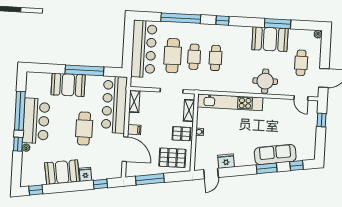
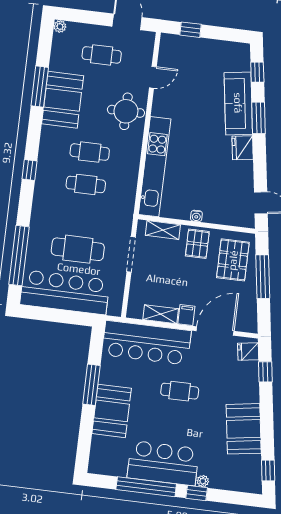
window: (181, 18) -> (19, 256), moved
cafe table: (194, 57) -> (90, 152), moved
window: (84, 70) -> (91, 385), width x0.68
door: (301, 98) -> (153, 77), moved
shelving: (134, 101) -> (161, 314), moved
cafe table: (84, 129) -> (180, 391), width x0.73, depth x0.74
fridge: (226, 161) -> (243, 148), moved
fridge: (85, 174) -> (248, 352), moved
window: (150, 179) -> (263, 277), moved

